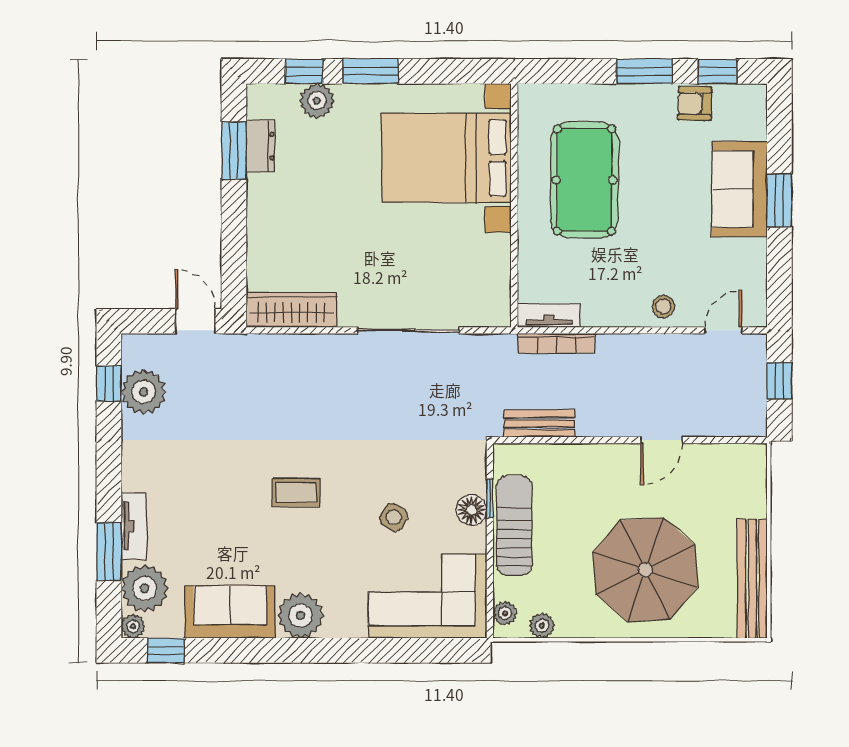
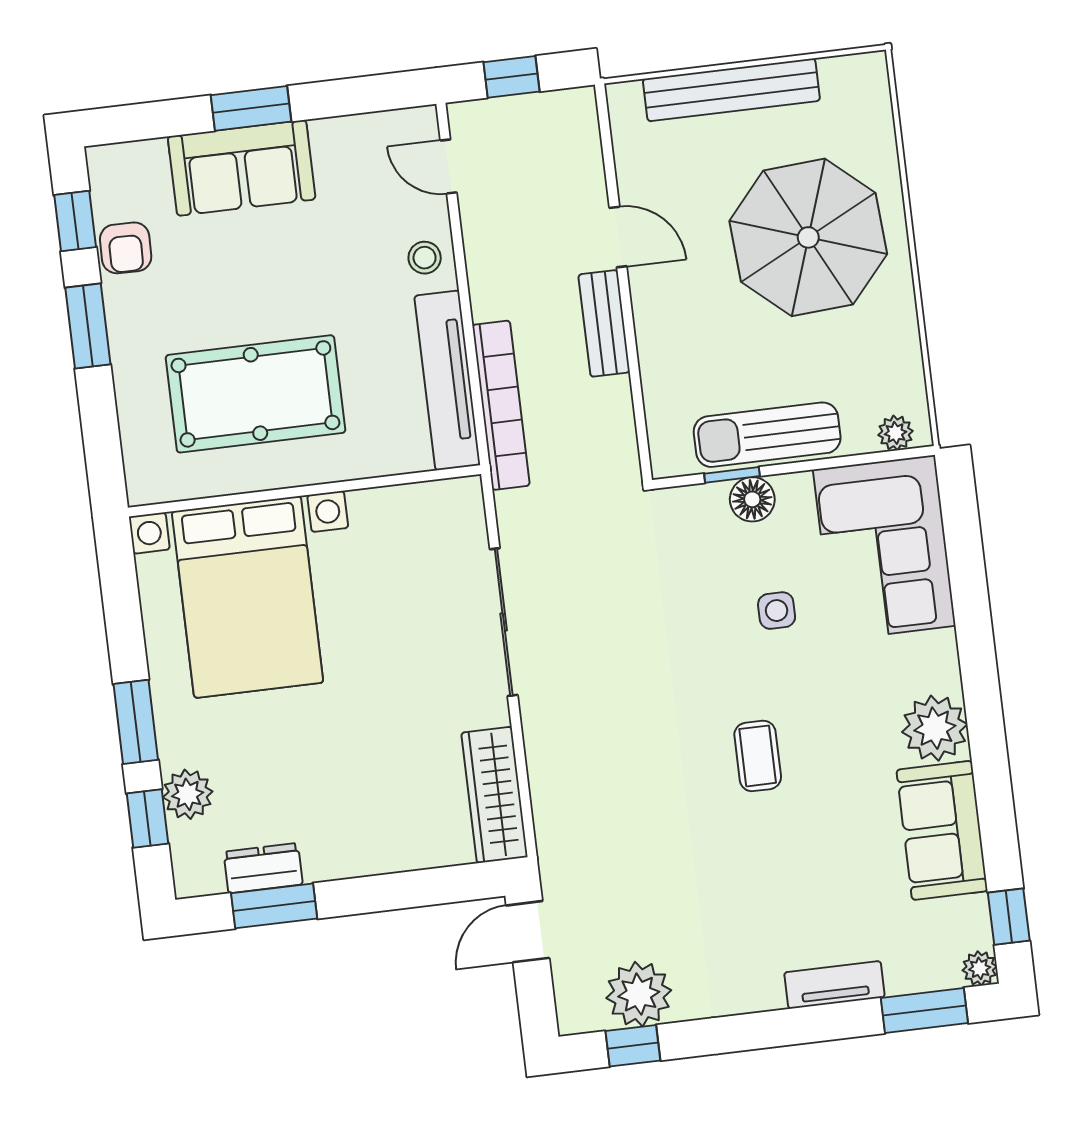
tv unit: (549, 315) -> (447, 380), width x1.92, depth x1.29
bookcase: (556, 343) -> (501, 405), width x1.48, depth x1.31
bench: (539, 424) -> (604, 323), moved
side table: (394, 517) -> (777, 611), turned -34
window: (109, 552) -> (924, 1010), moved
bench: (752, 579) -> (731, 90), moved
plant: (145, 588) -> (923, 958), removed
plant: (542, 626) -> (907, 377), removed

